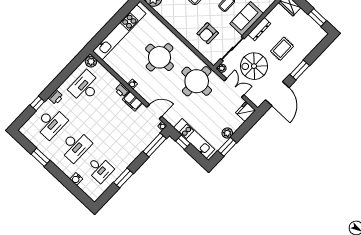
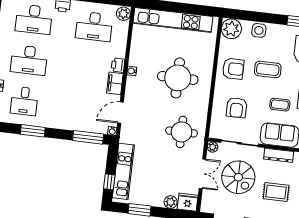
armchair: (180, 17) -> (233, 69), added
armchair: (208, 33) -> (237, 108), turned -90
spiral stairs: (254, 66) -> (238, 177), turned 180
round table: (197, 81) -> (182, 132), width x0.73, depth x0.73
desk: (85, 87) -> (94, 26), turned 180
door: (154, 112) -> (121, 113), swing flipped
plant: (227, 133) -> (171, 202), moved
window: (183, 142) -> (109, 182), moved

